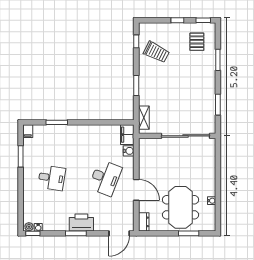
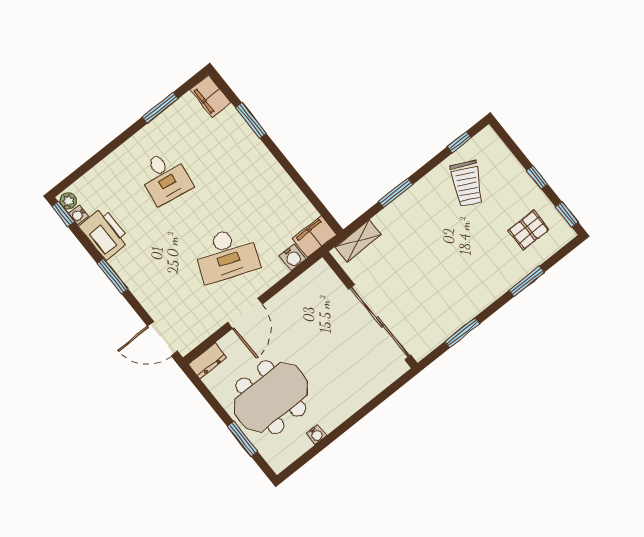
filing cabinet: (28, 131) -> (211, 96), width x2.00
printer: (81, 223) -> (104, 234), moved

